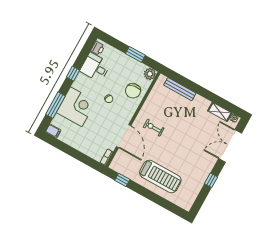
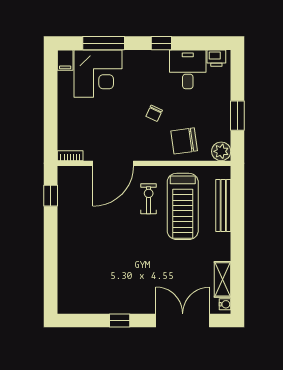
corner desk: (76, 107) -> (98, 74), moved
treadmill: (160, 176) -> (183, 206), moved

